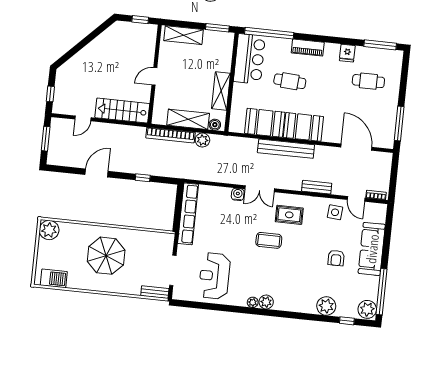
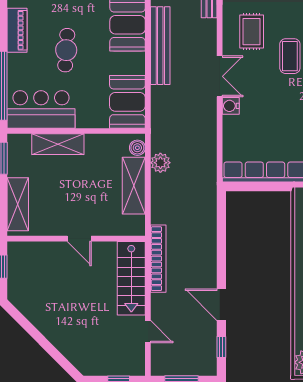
shelving: (221, 91) -> (58, 144), moved
booth: (265, 123) -> (127, 102), moved
bookcase: (170, 135) -> (158, 259), moved
window: (143, 178) -> (221, 347), moved

